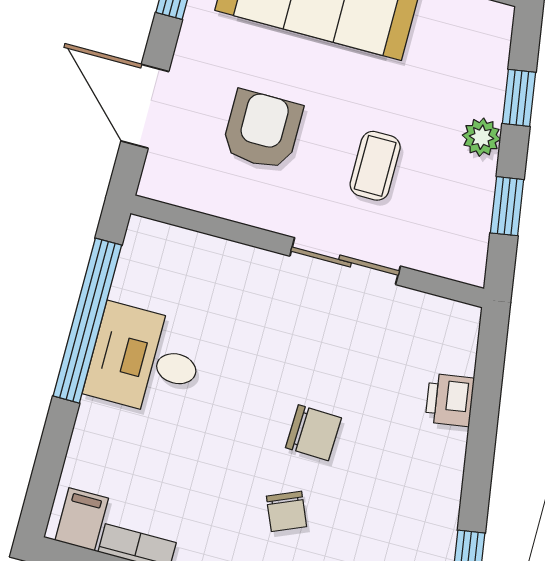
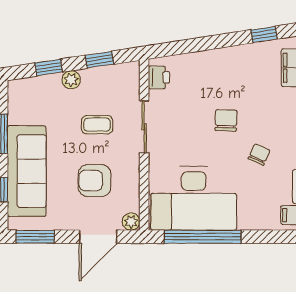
plant: (158, 182) -> (131, 222), added
desk: (145, 360) -> (194, 198), width x1.87, depth x1.30
printer: (450, 400) -> (159, 77), moved, turned -81
chair: (286, 511) -> (259, 155), moved, turned -43

